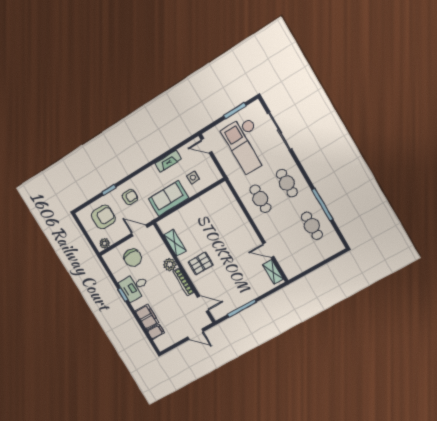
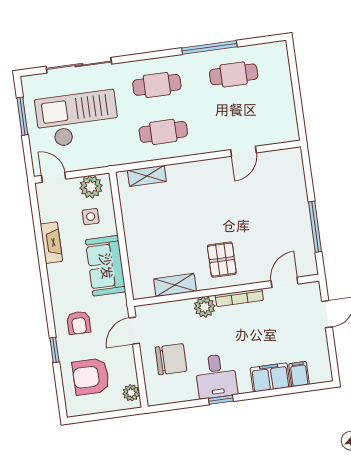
checkout: (247, 145) -> (77, 119), turned 180
door: (207, 146) -> (54, 177), swing flipped
plant: (210, 170) -> (91, 187), added
armchair: (130, 197) -> (79, 323), turned 180
armchair: (103, 217) -> (91, 377), turned -90
shelving: (273, 272) -> (147, 176), moved

